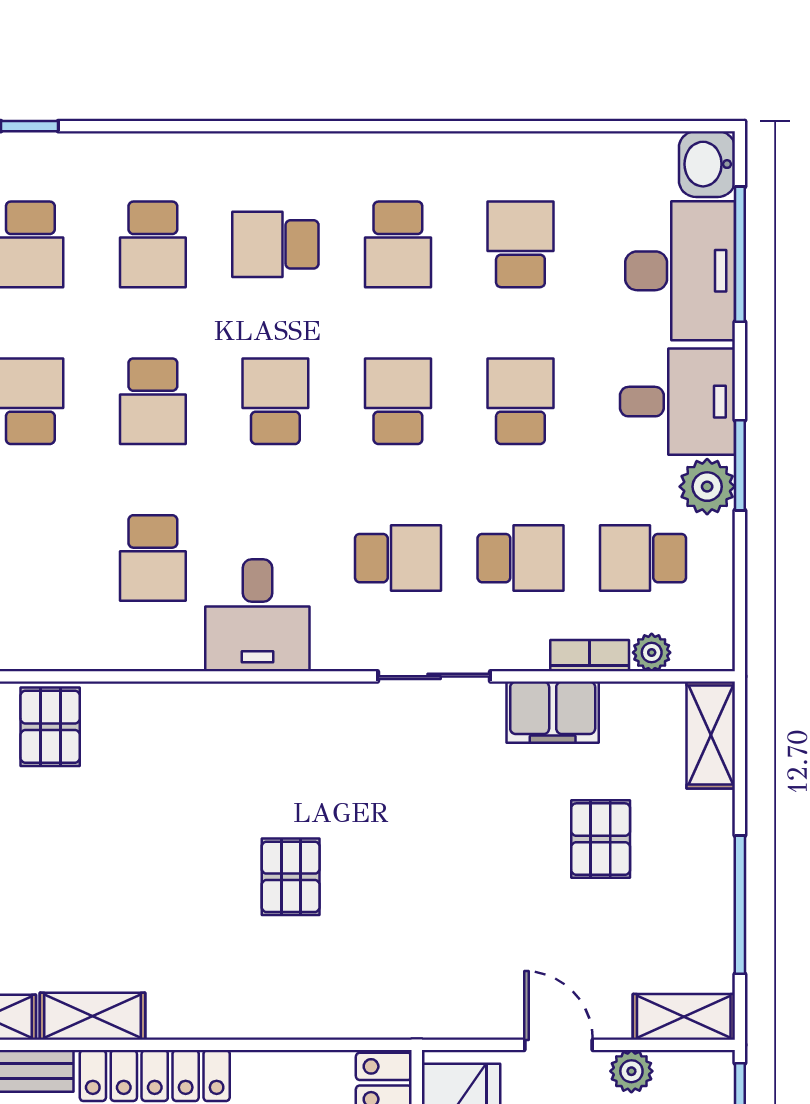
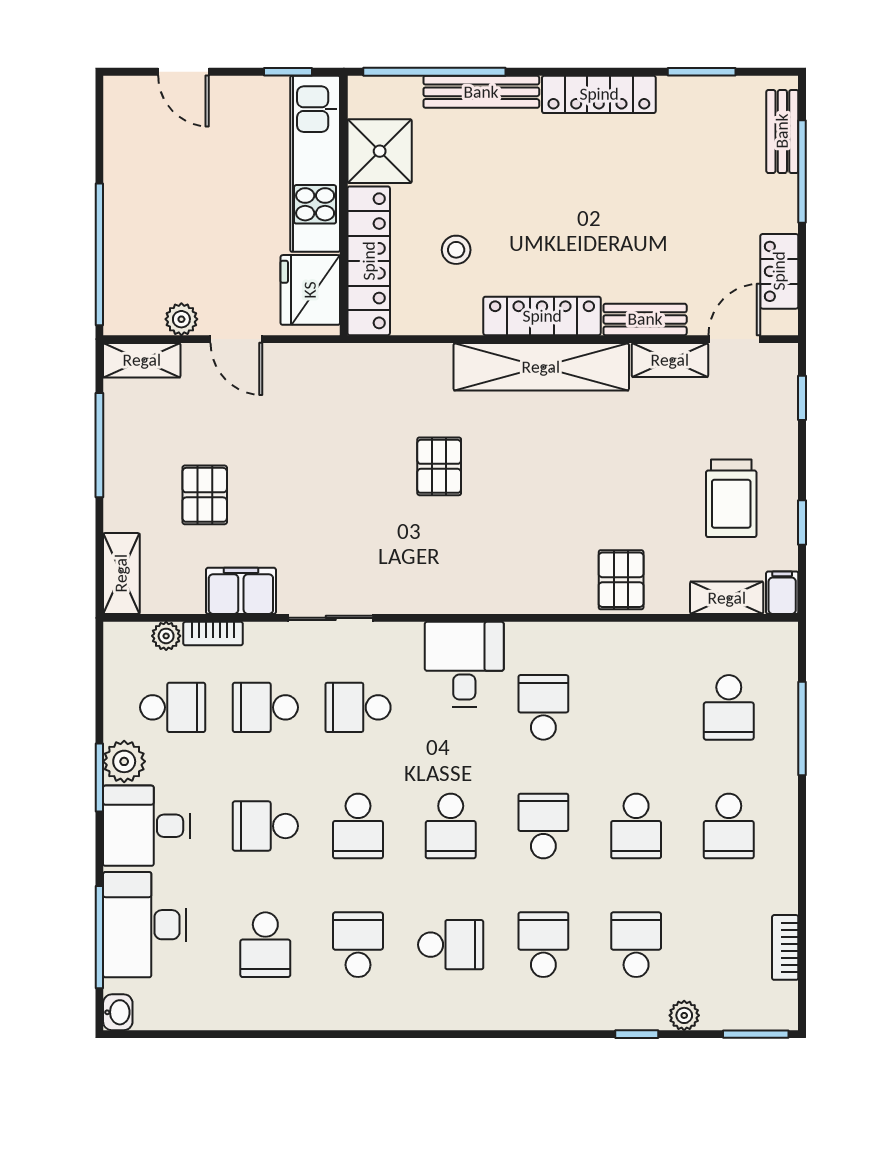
washbasin: (707, 164) -> (118, 1012), width x0.72, depth x0.69
school desk: (520, 401) -> (265, 826), turned 90
shelving: (93, 1016) -> (541, 367), width x2.20, depth x1.33

